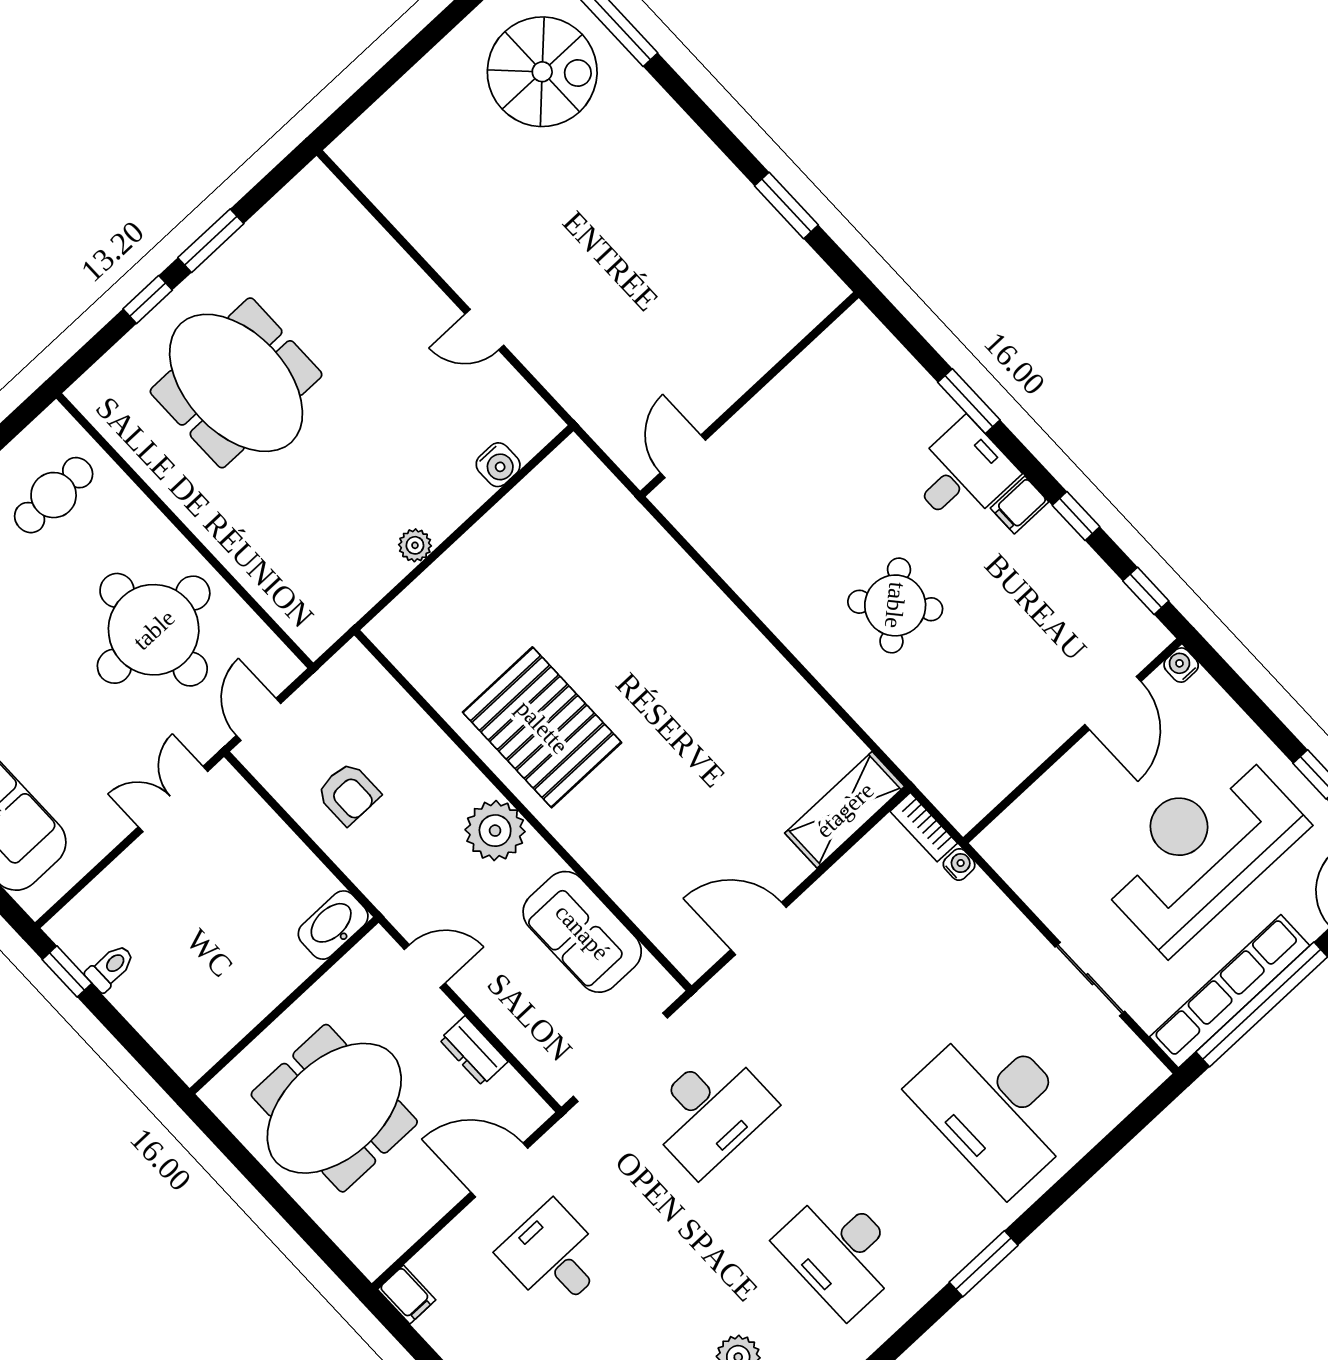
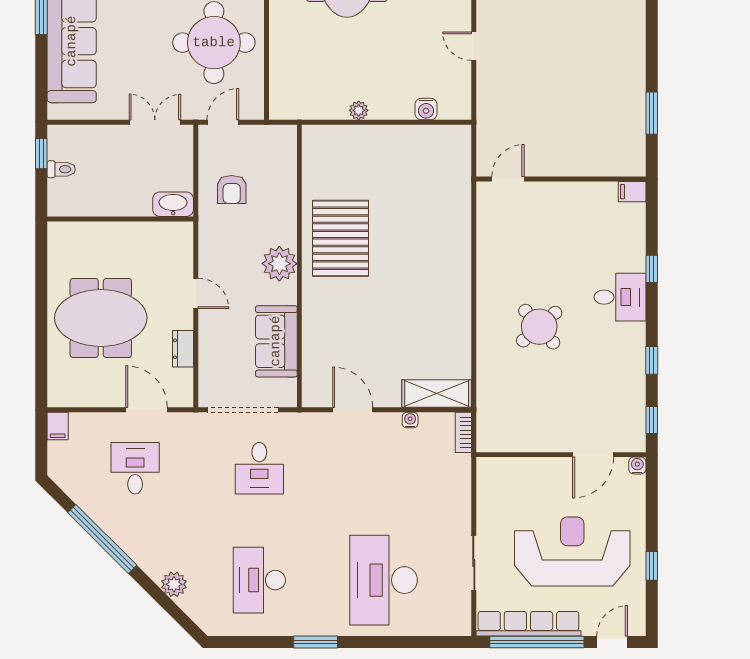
window: (969, 401) -> (652, 269), width x0.67
filing cabinet: (1020, 505) -> (632, 192), moved
water cooler: (959, 864) -> (410, 420), moved, turned -90
washbasin: (333, 925) -> (173, 204), moved
wall: (284, 1005) -> (120, 219), moved
desk: (709, 1111) -> (259, 468), width x0.73

